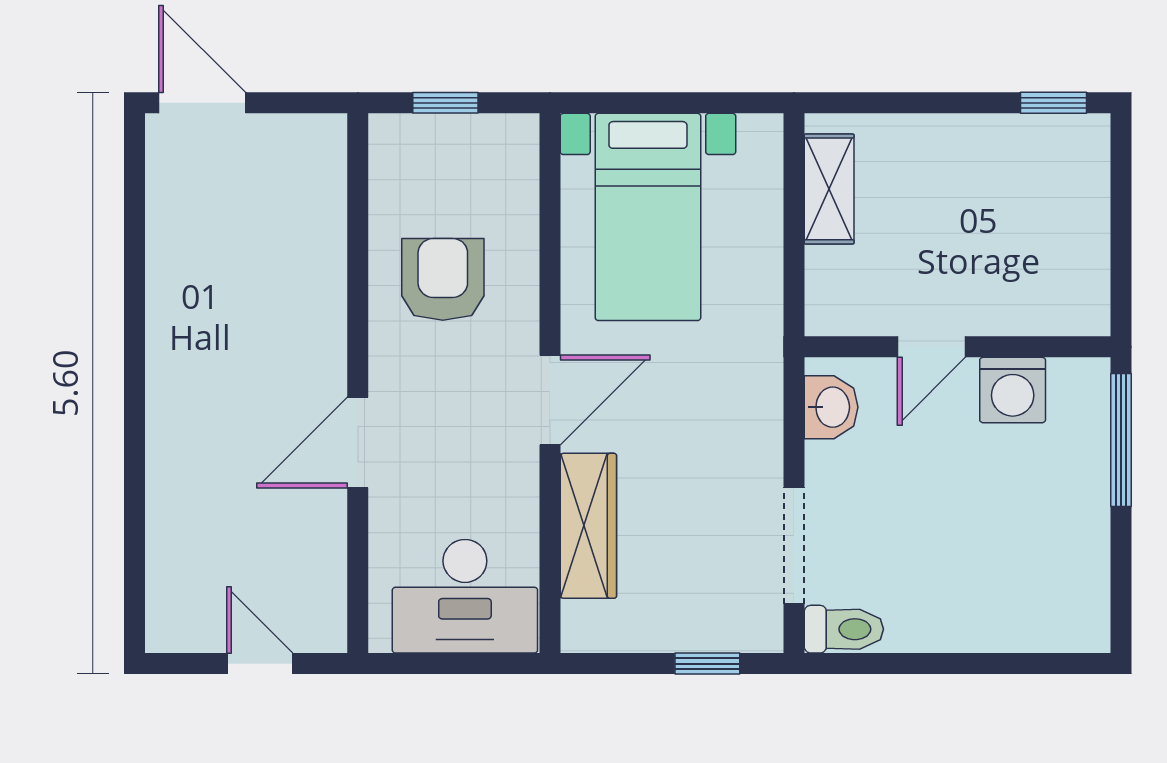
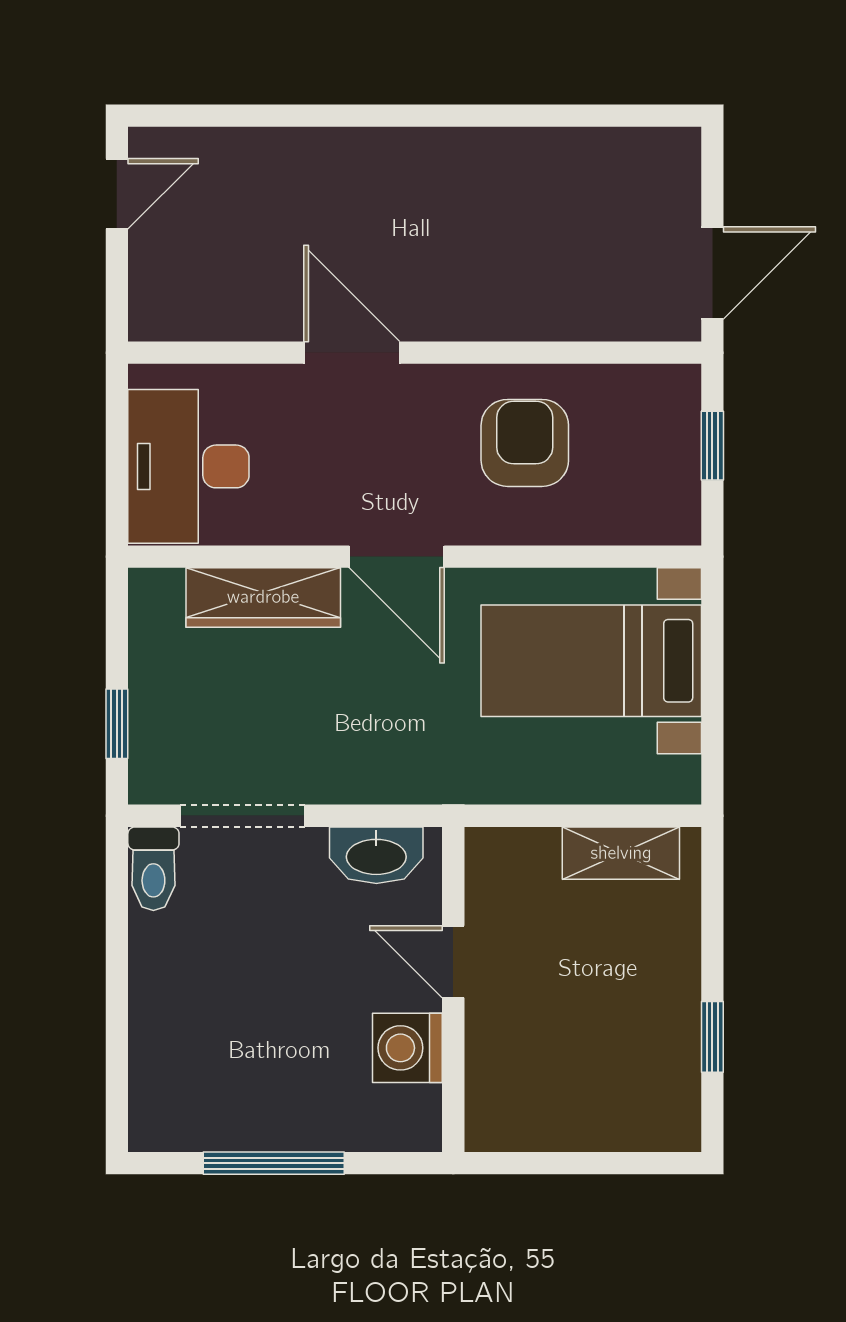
door: (202, 103) -> (712, 273), moved
window: (1053, 103) -> (712, 1037), moved
armchair: (443, 279) -> (525, 443), turned -90
washbasin: (831, 407) -> (376, 855), width x1.38
window: (1121, 440) -> (274, 1163), moved
door: (260, 664) -> (117, 194), moved

